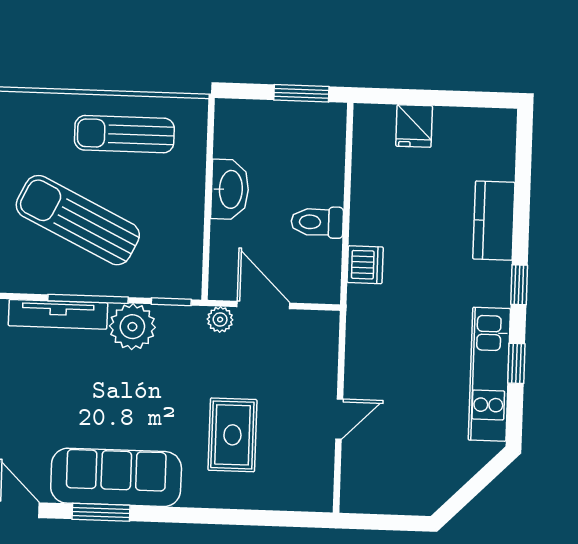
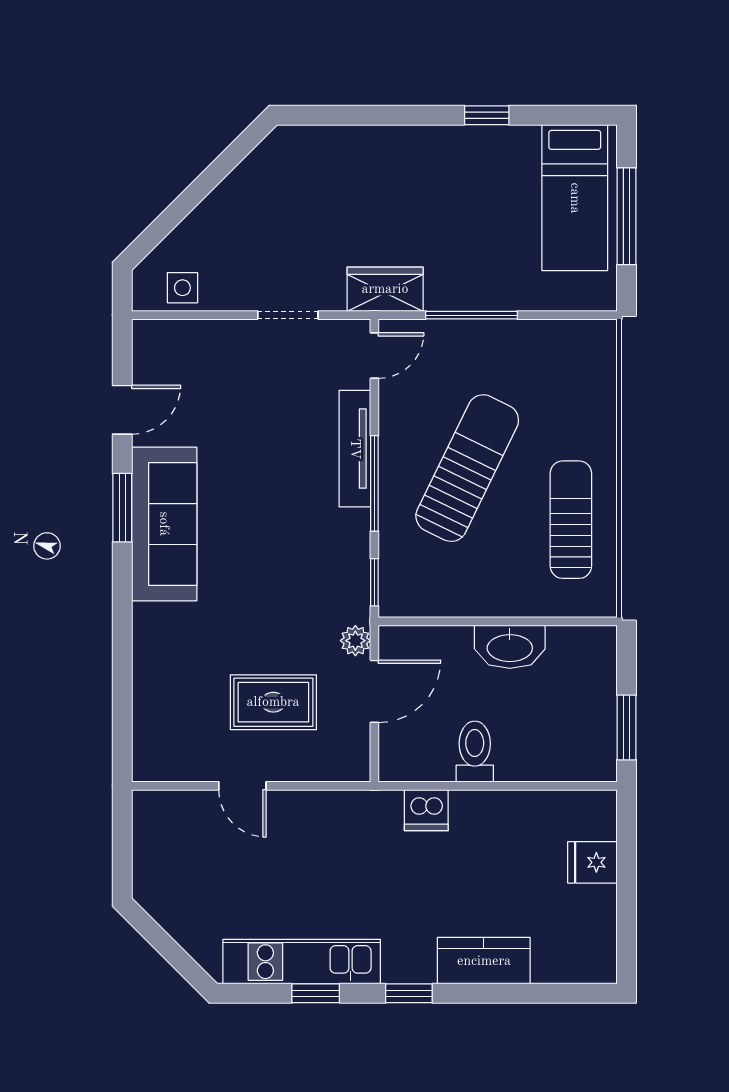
plant: (132, 327) -> (343, 537), removed
rug: (232, 435) -> (273, 702), moved

